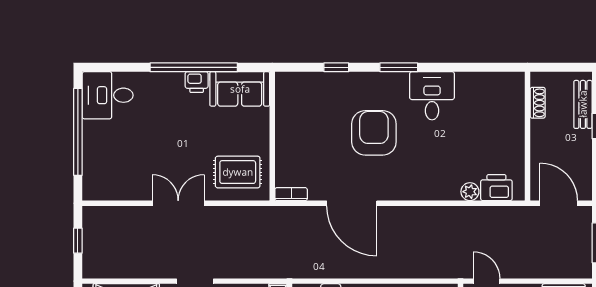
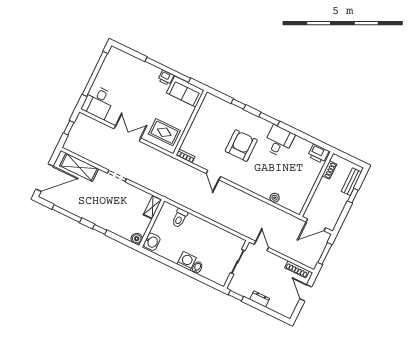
desk: (108, 95) -> (98, 102), moved, turned -90
printer: (496, 188) -> (318, 154), moved, turned 180
door: (352, 203) -> (213, 175), width x0.53
door: (559, 203) -> (316, 225), swing flipped

